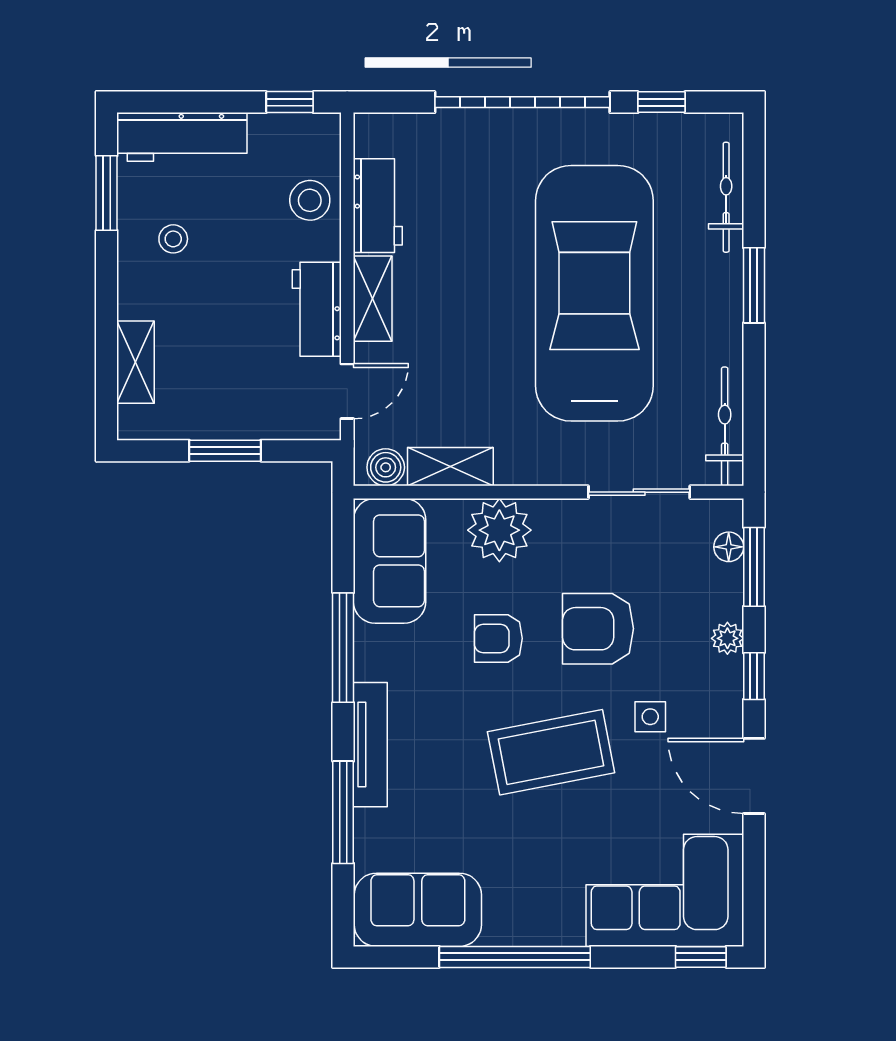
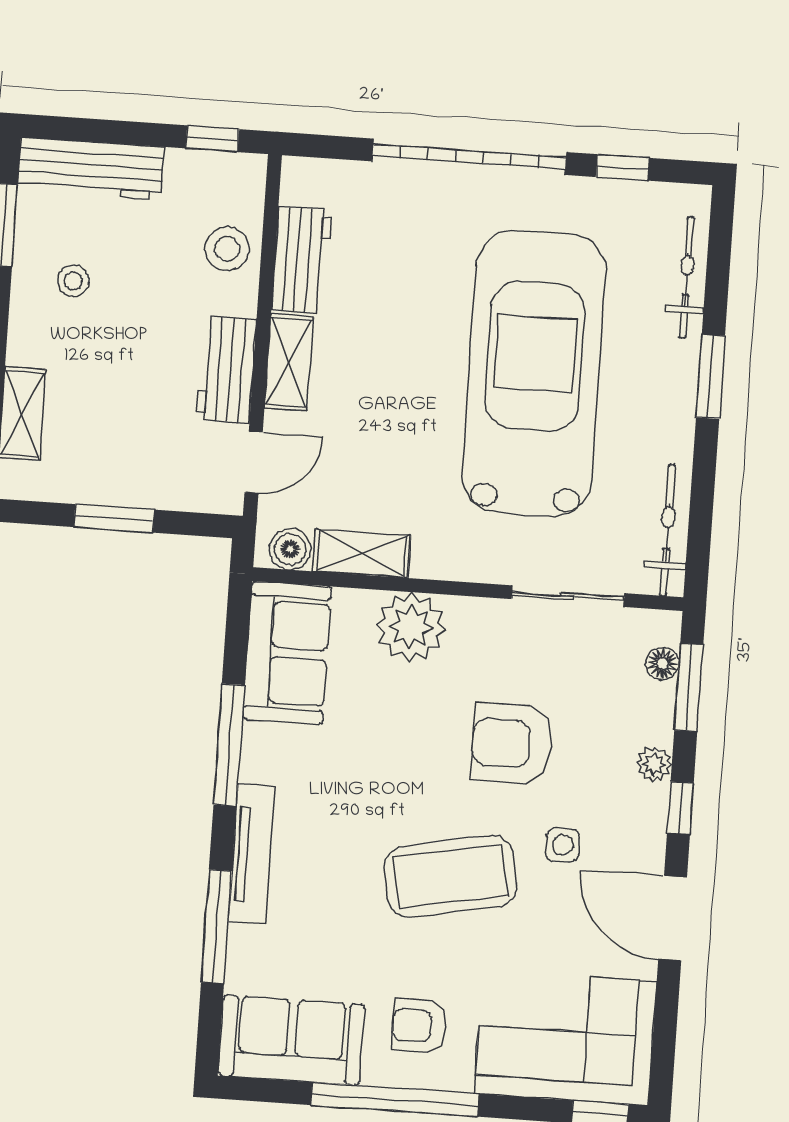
armchair: (498, 638) -> (419, 1026), moved

